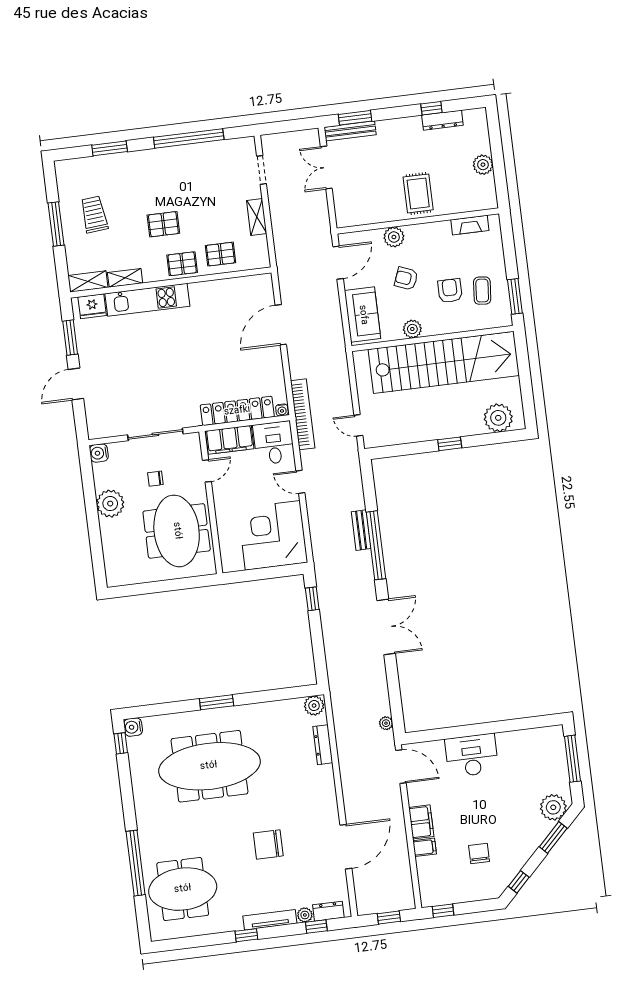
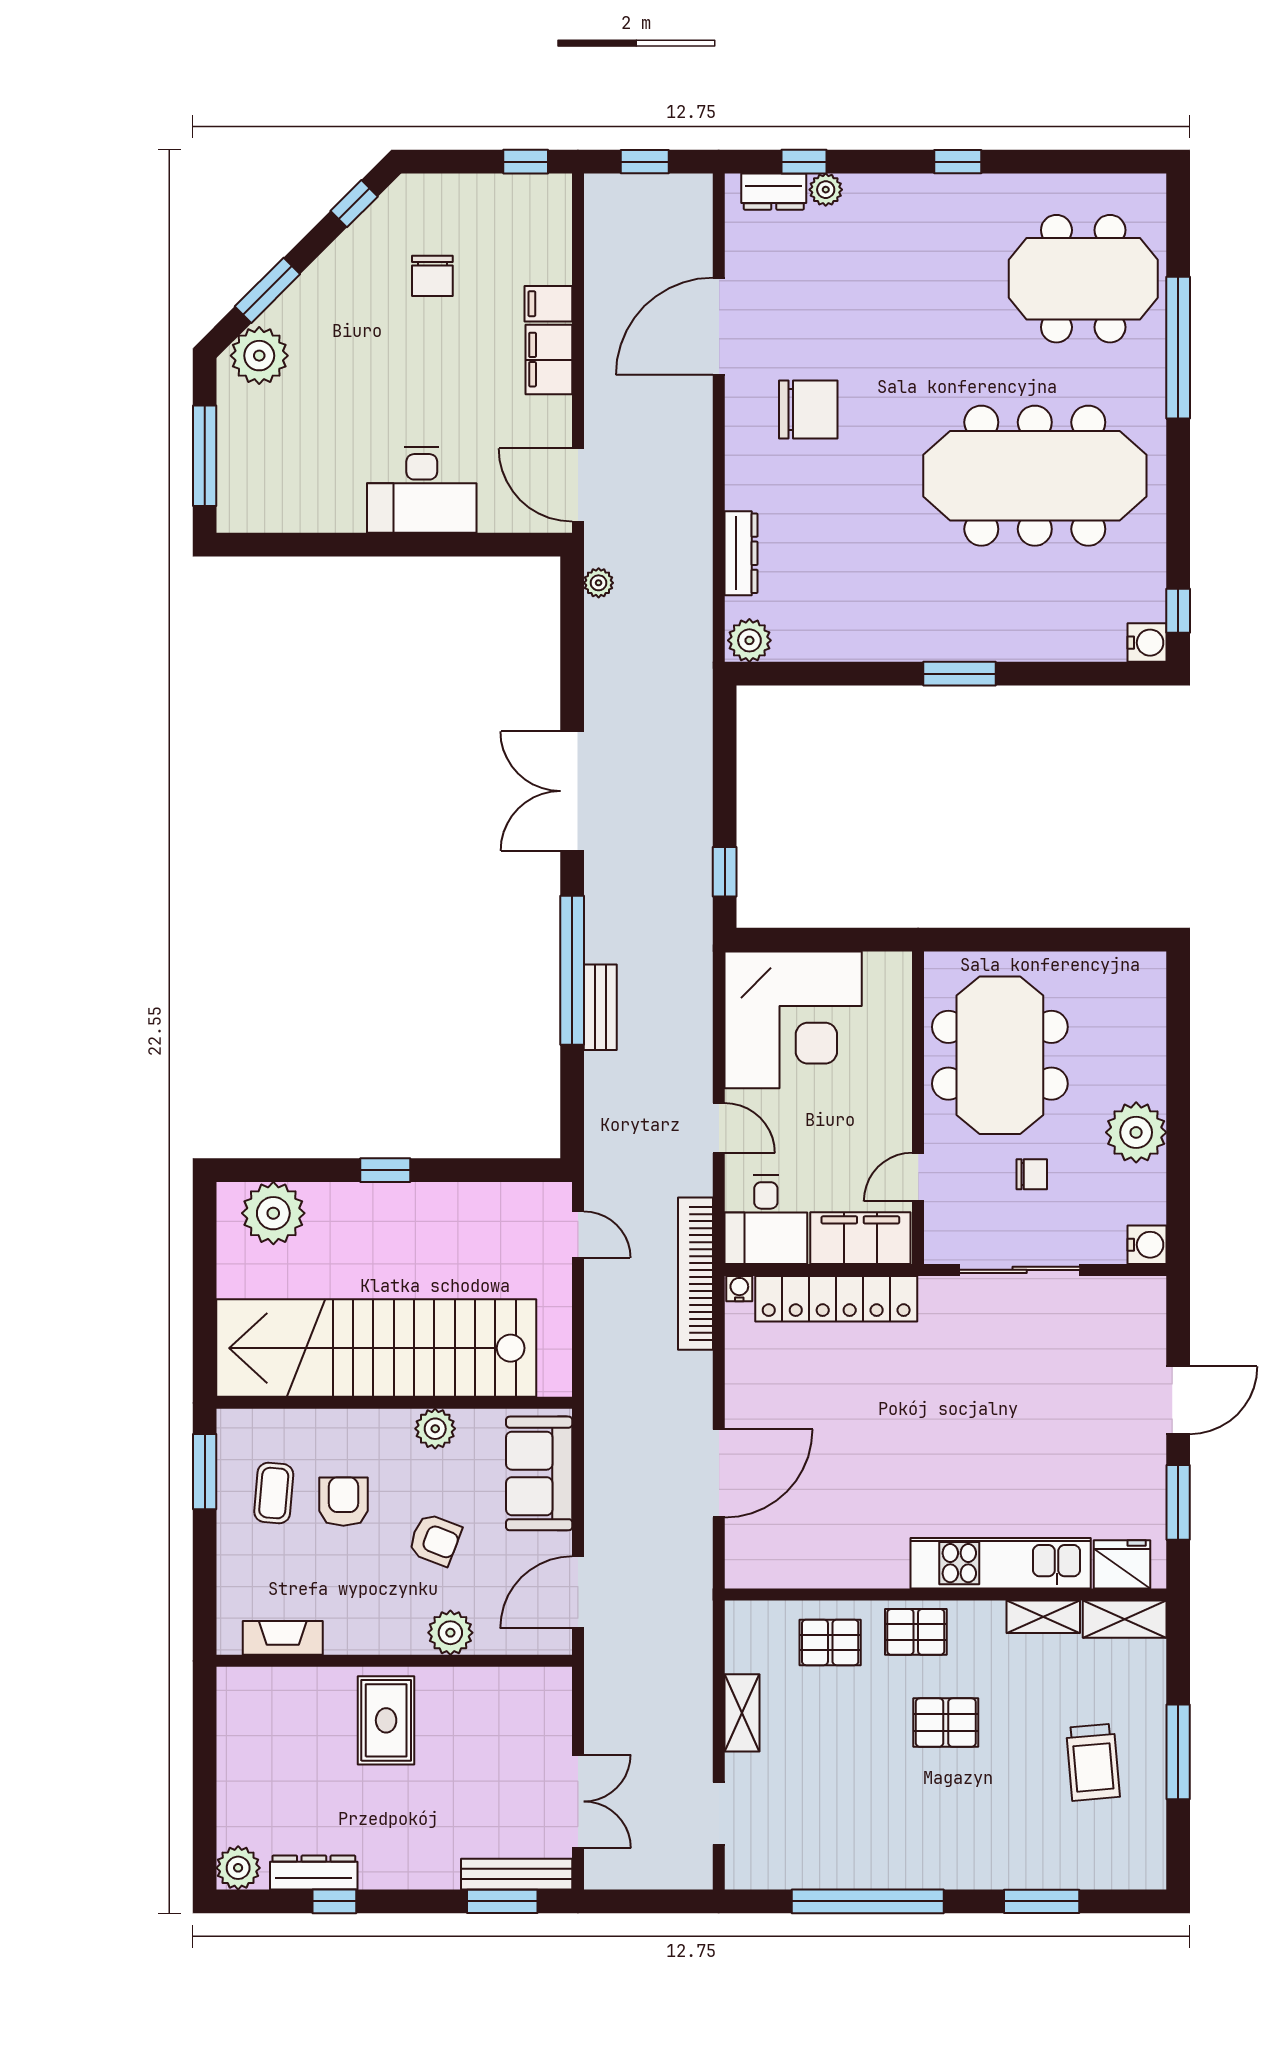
plant: (483, 165) -> (238, 1868), moved
armchair: (450, 291) -> (343, 1502), turned 180
meeting table: (209, 766) -> (1035, 476), moved
chair: (268, 844) -> (808, 409), moved
tv unit: (270, 920) -> (903, 189), removed

